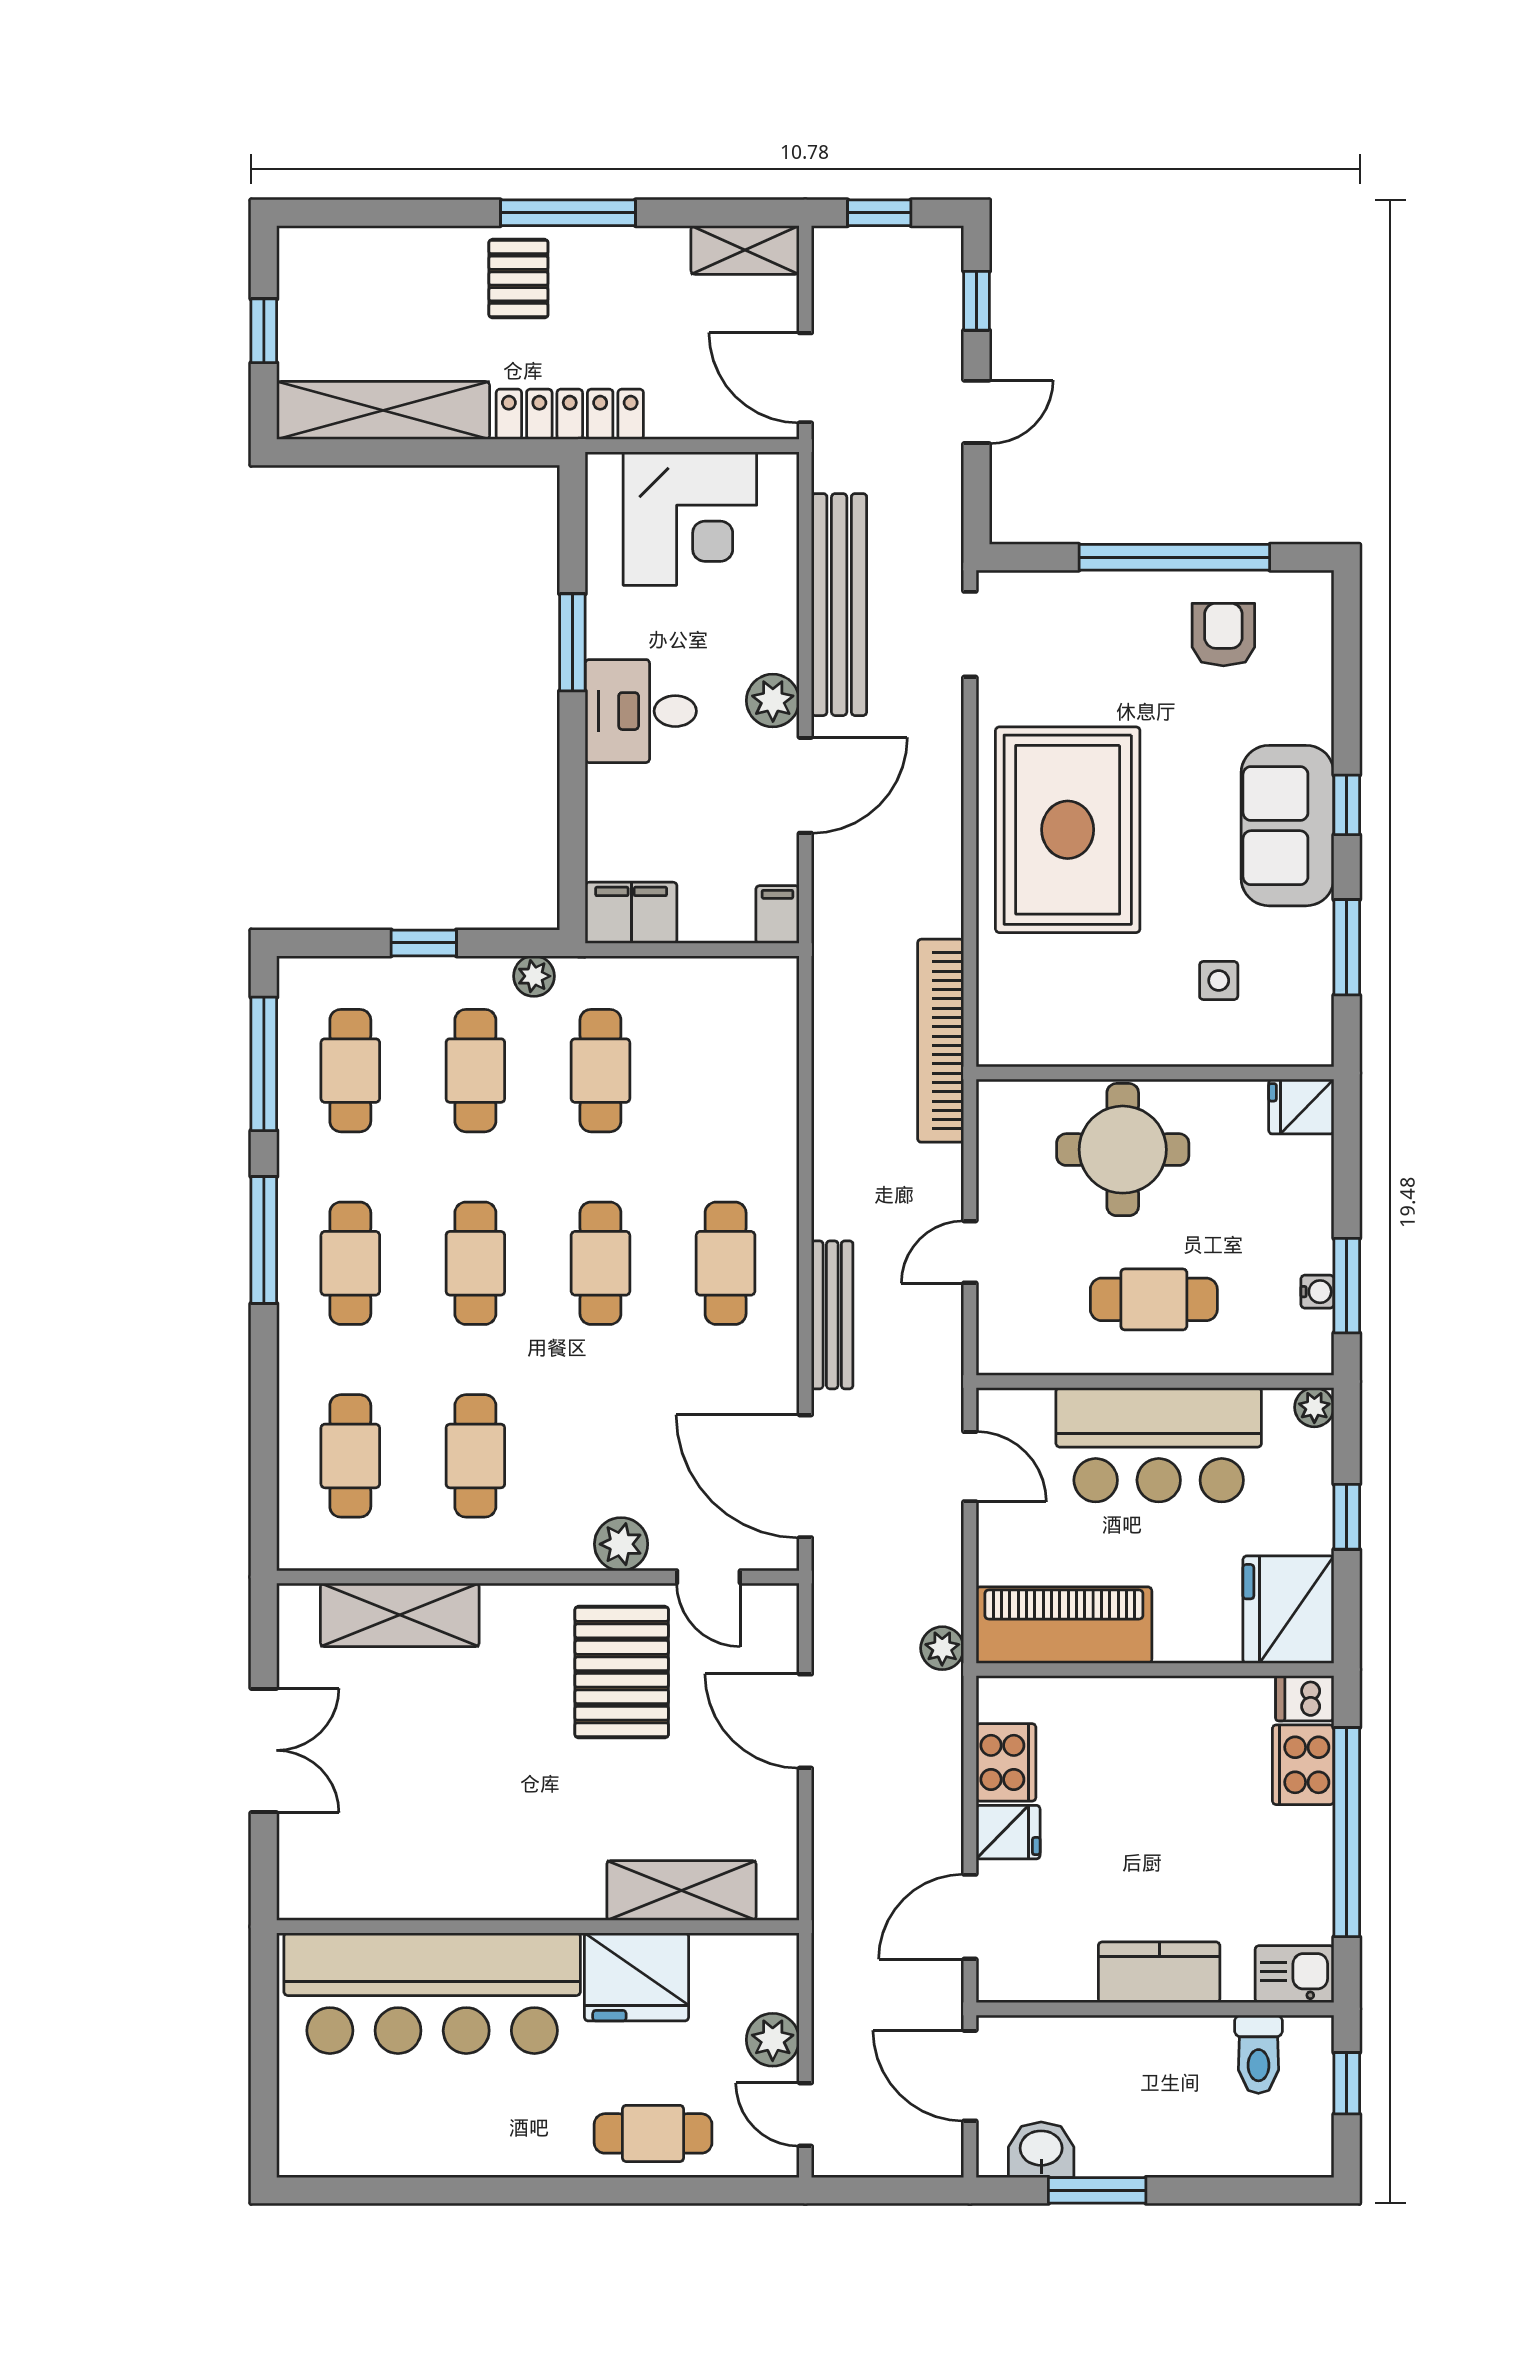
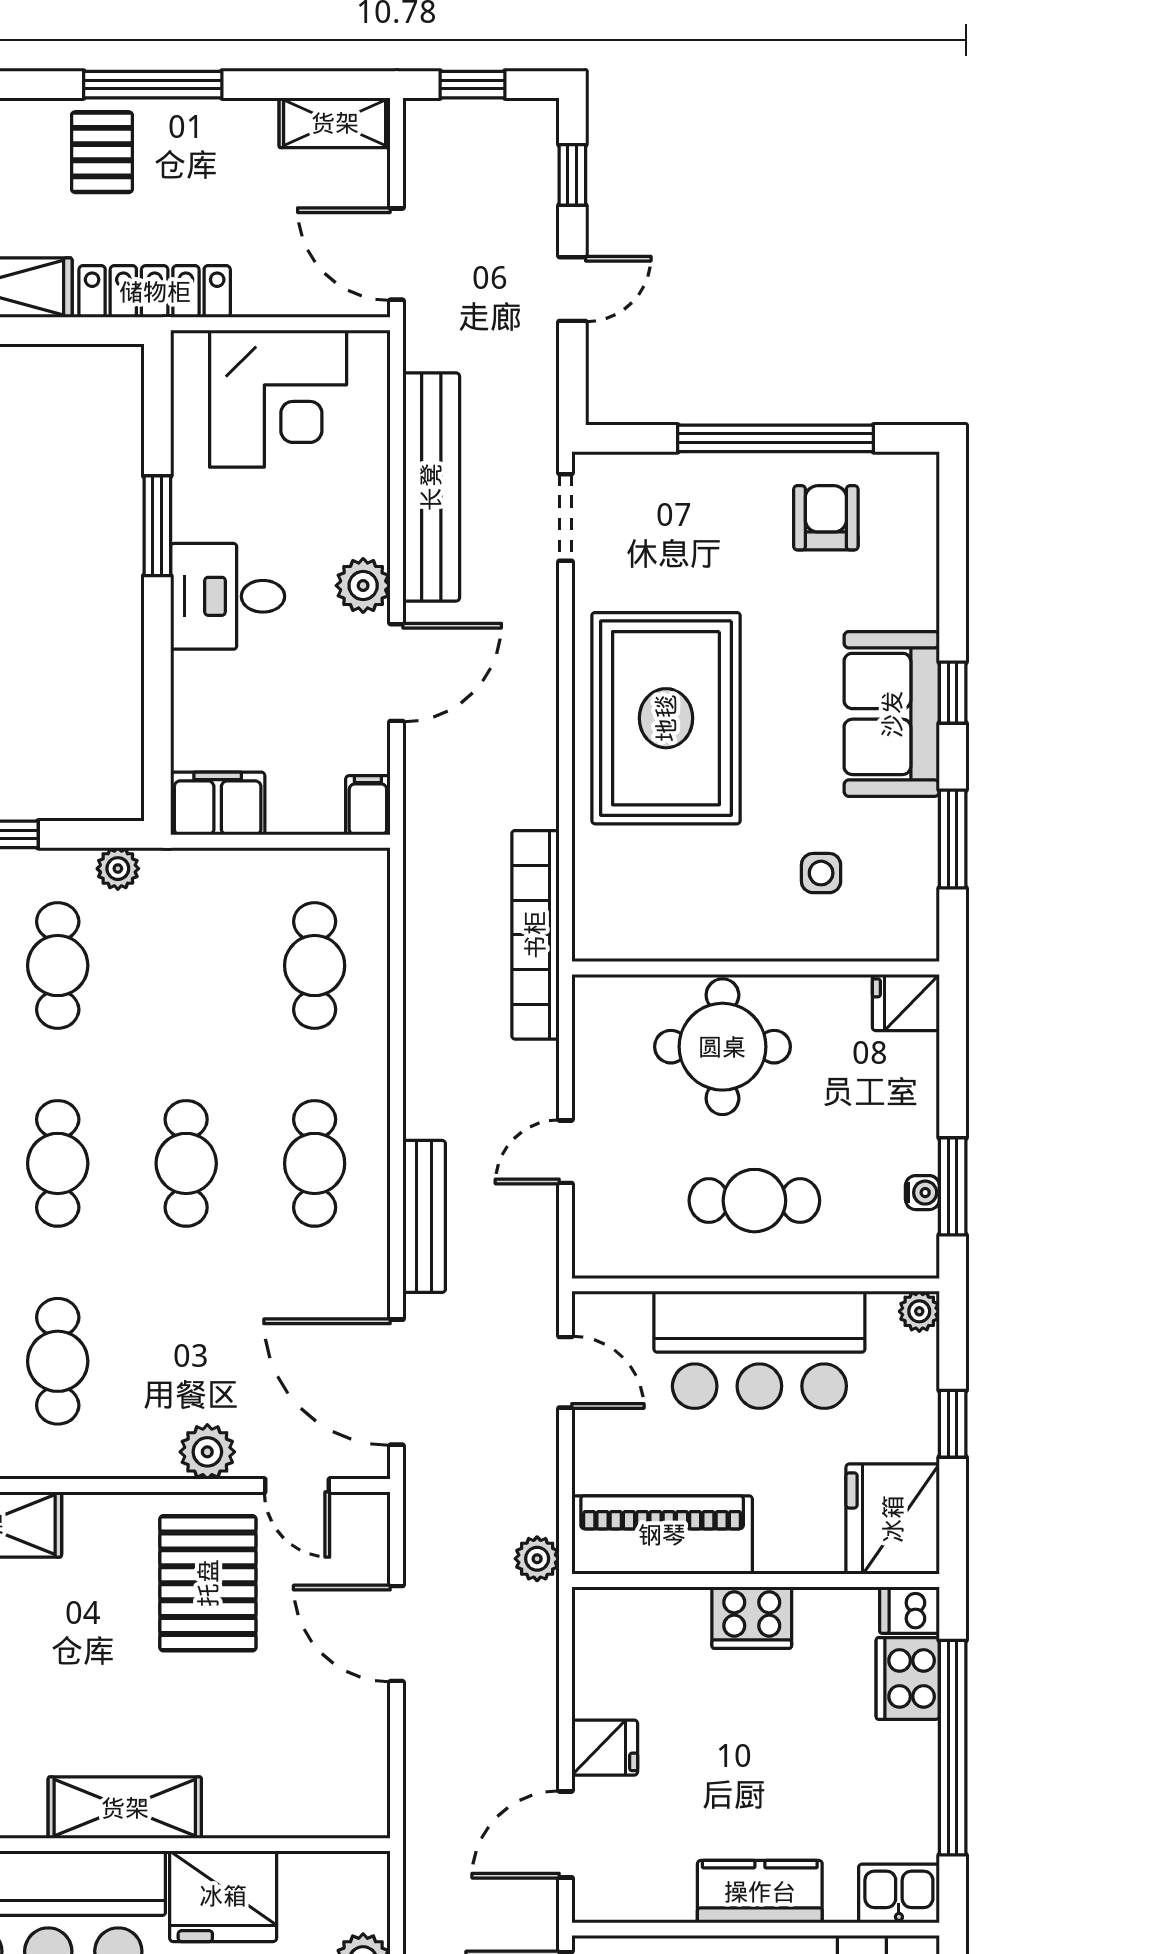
cafe table: (600, 1071) -> (315, 966), moved
cooker: (1006, 1762) -> (752, 1618), moved, turned 90
shelving: (681, 1891) -> (125, 1808), moved

